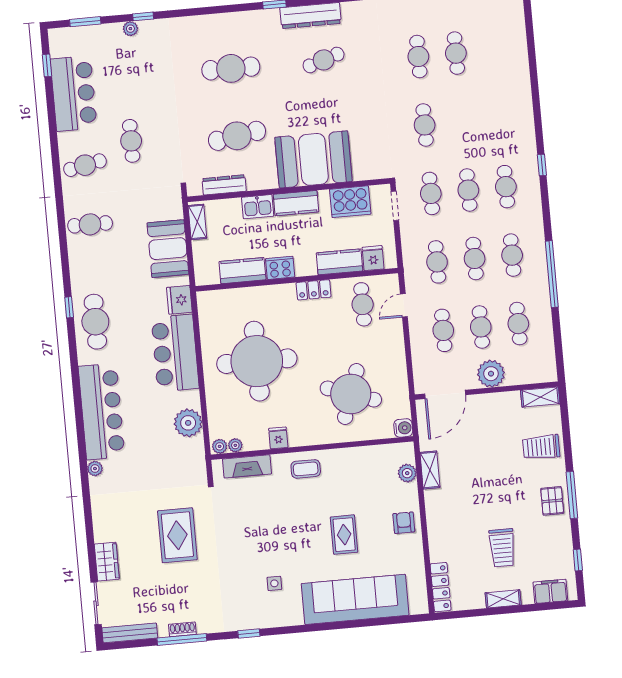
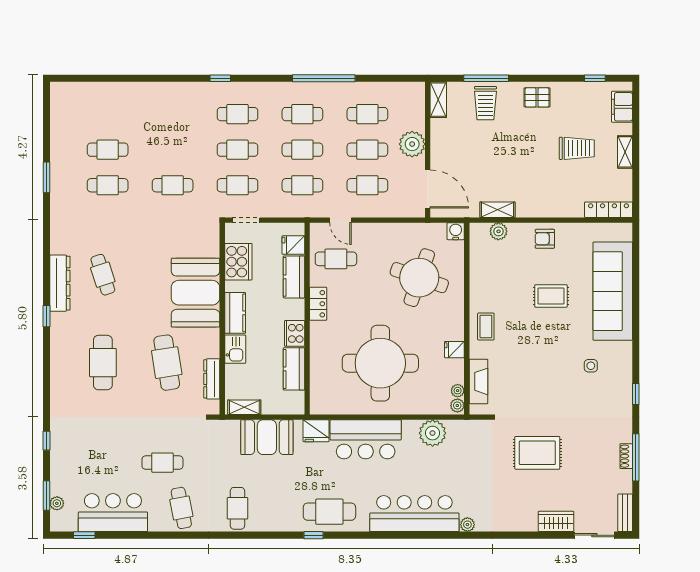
plant: (130, 29) -> (57, 503), moved
window: (572, 495) -> (486, 78), moved
bench: (130, 633) -> (625, 513), width x0.73

